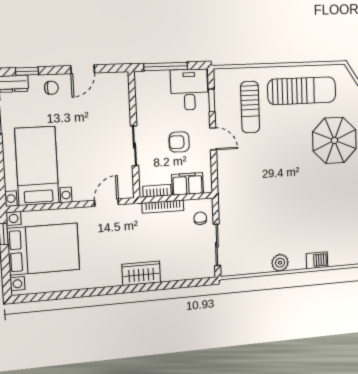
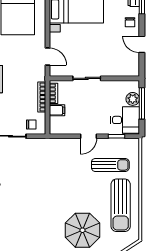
plant: (160, 80) -> (133, 99), added
sun lounger: (250, 107) -> (110, 165), turned 180
armchair: (179, 142) -> (88, 111), removed
filing cabinet: (188, 184) -> (57, 110), width x0.50

